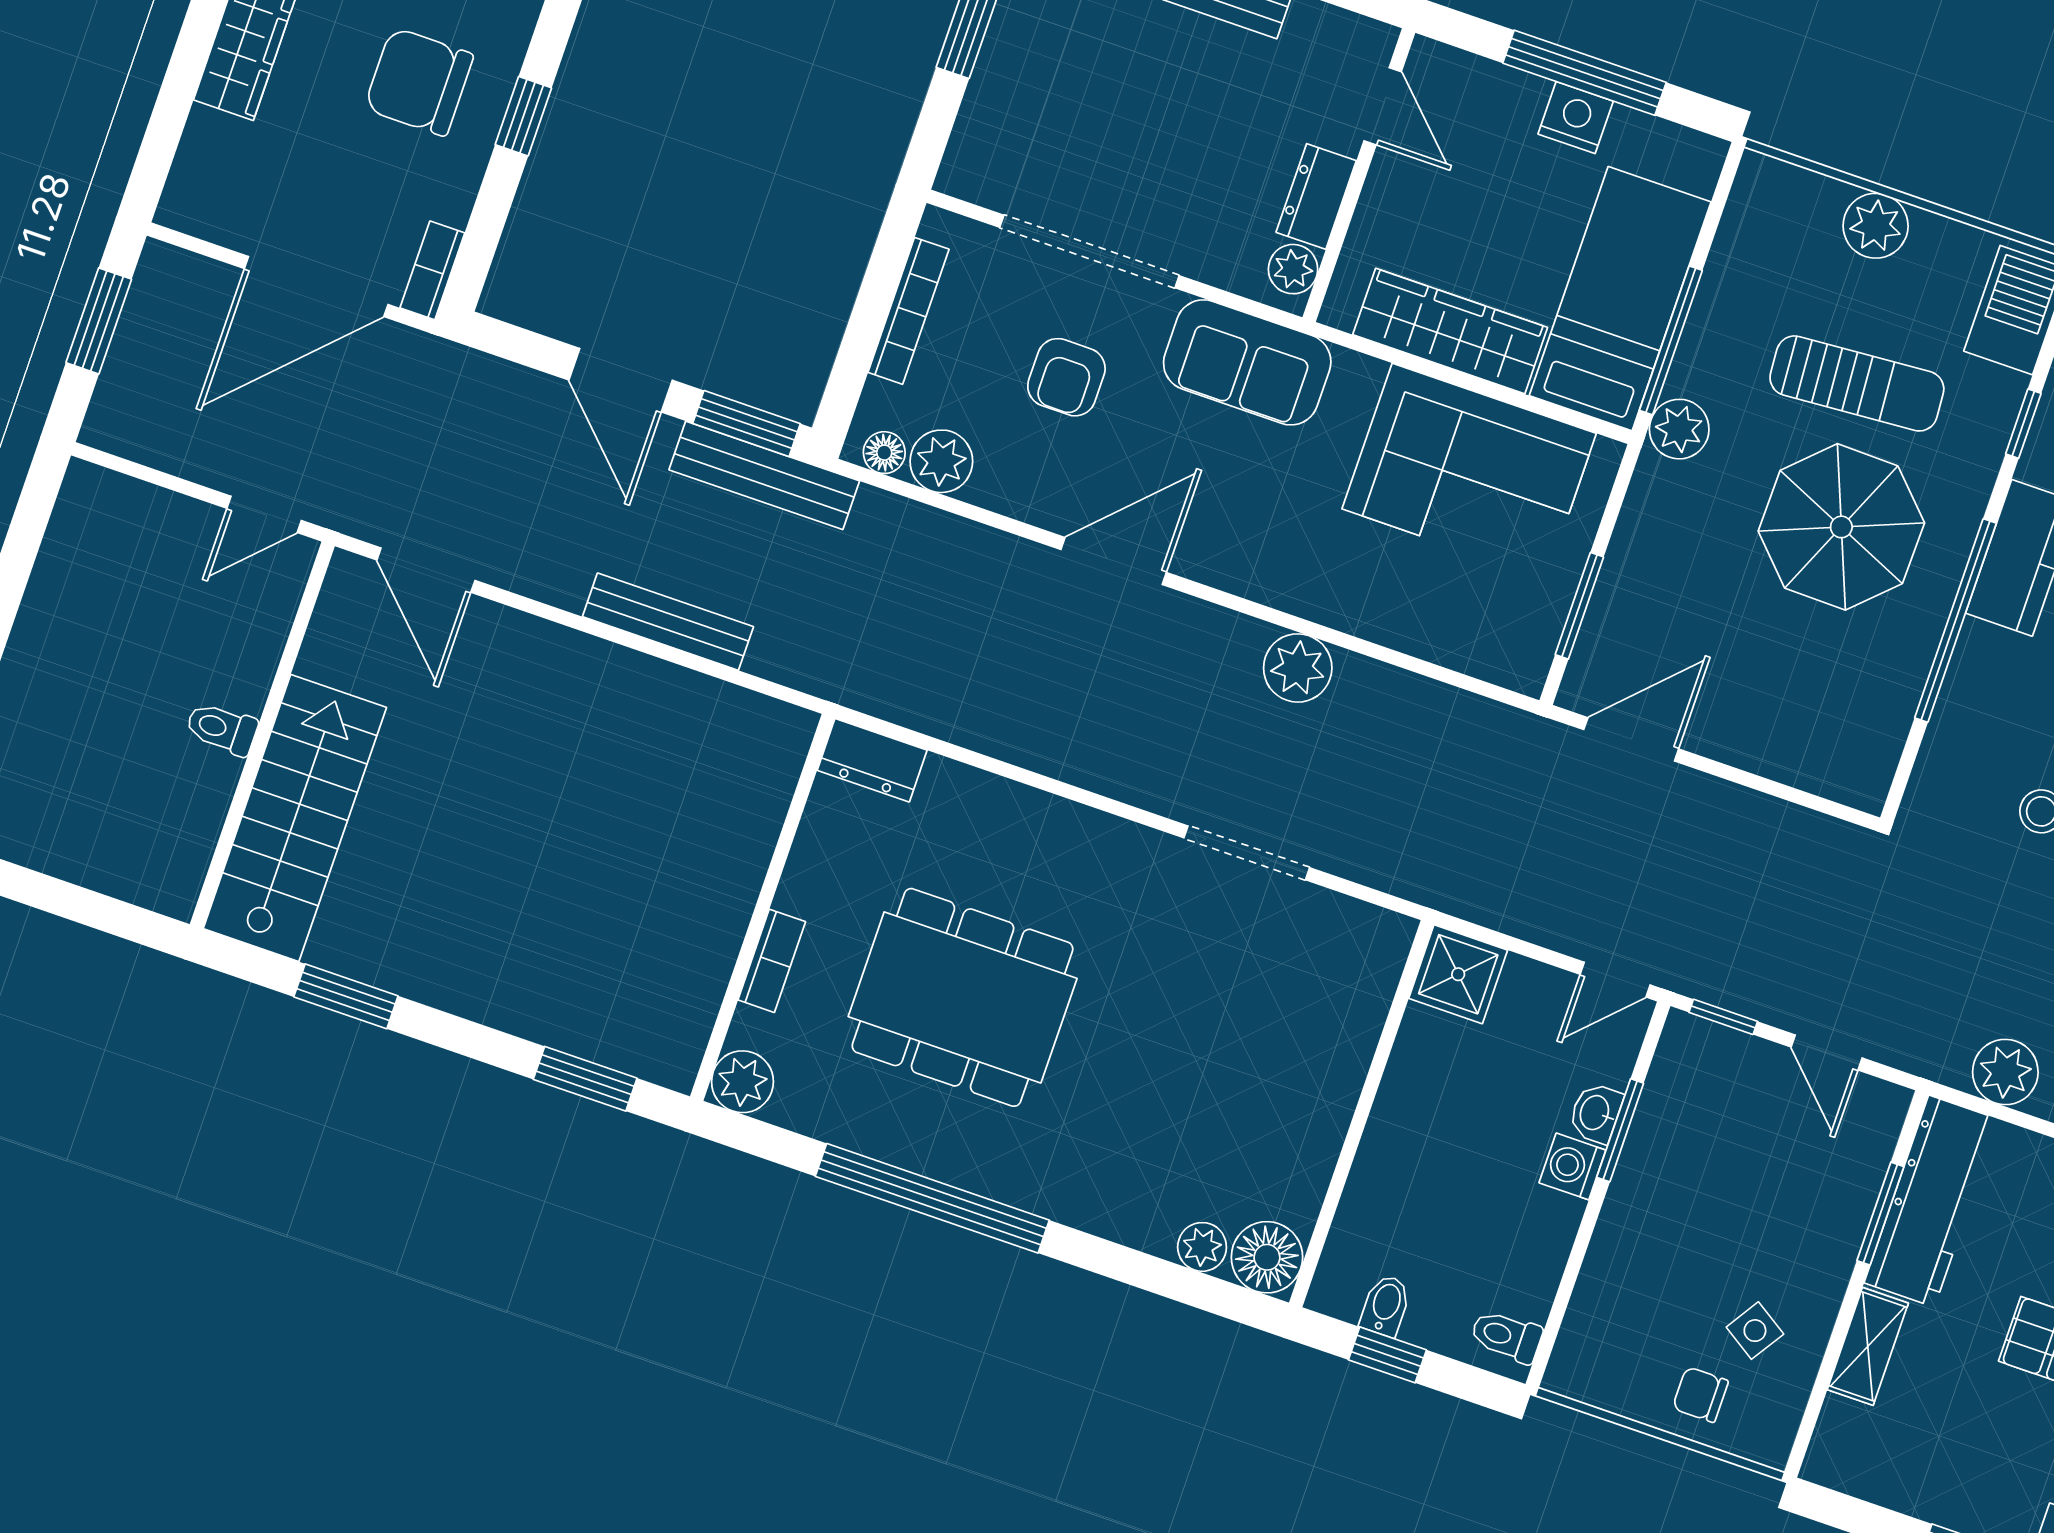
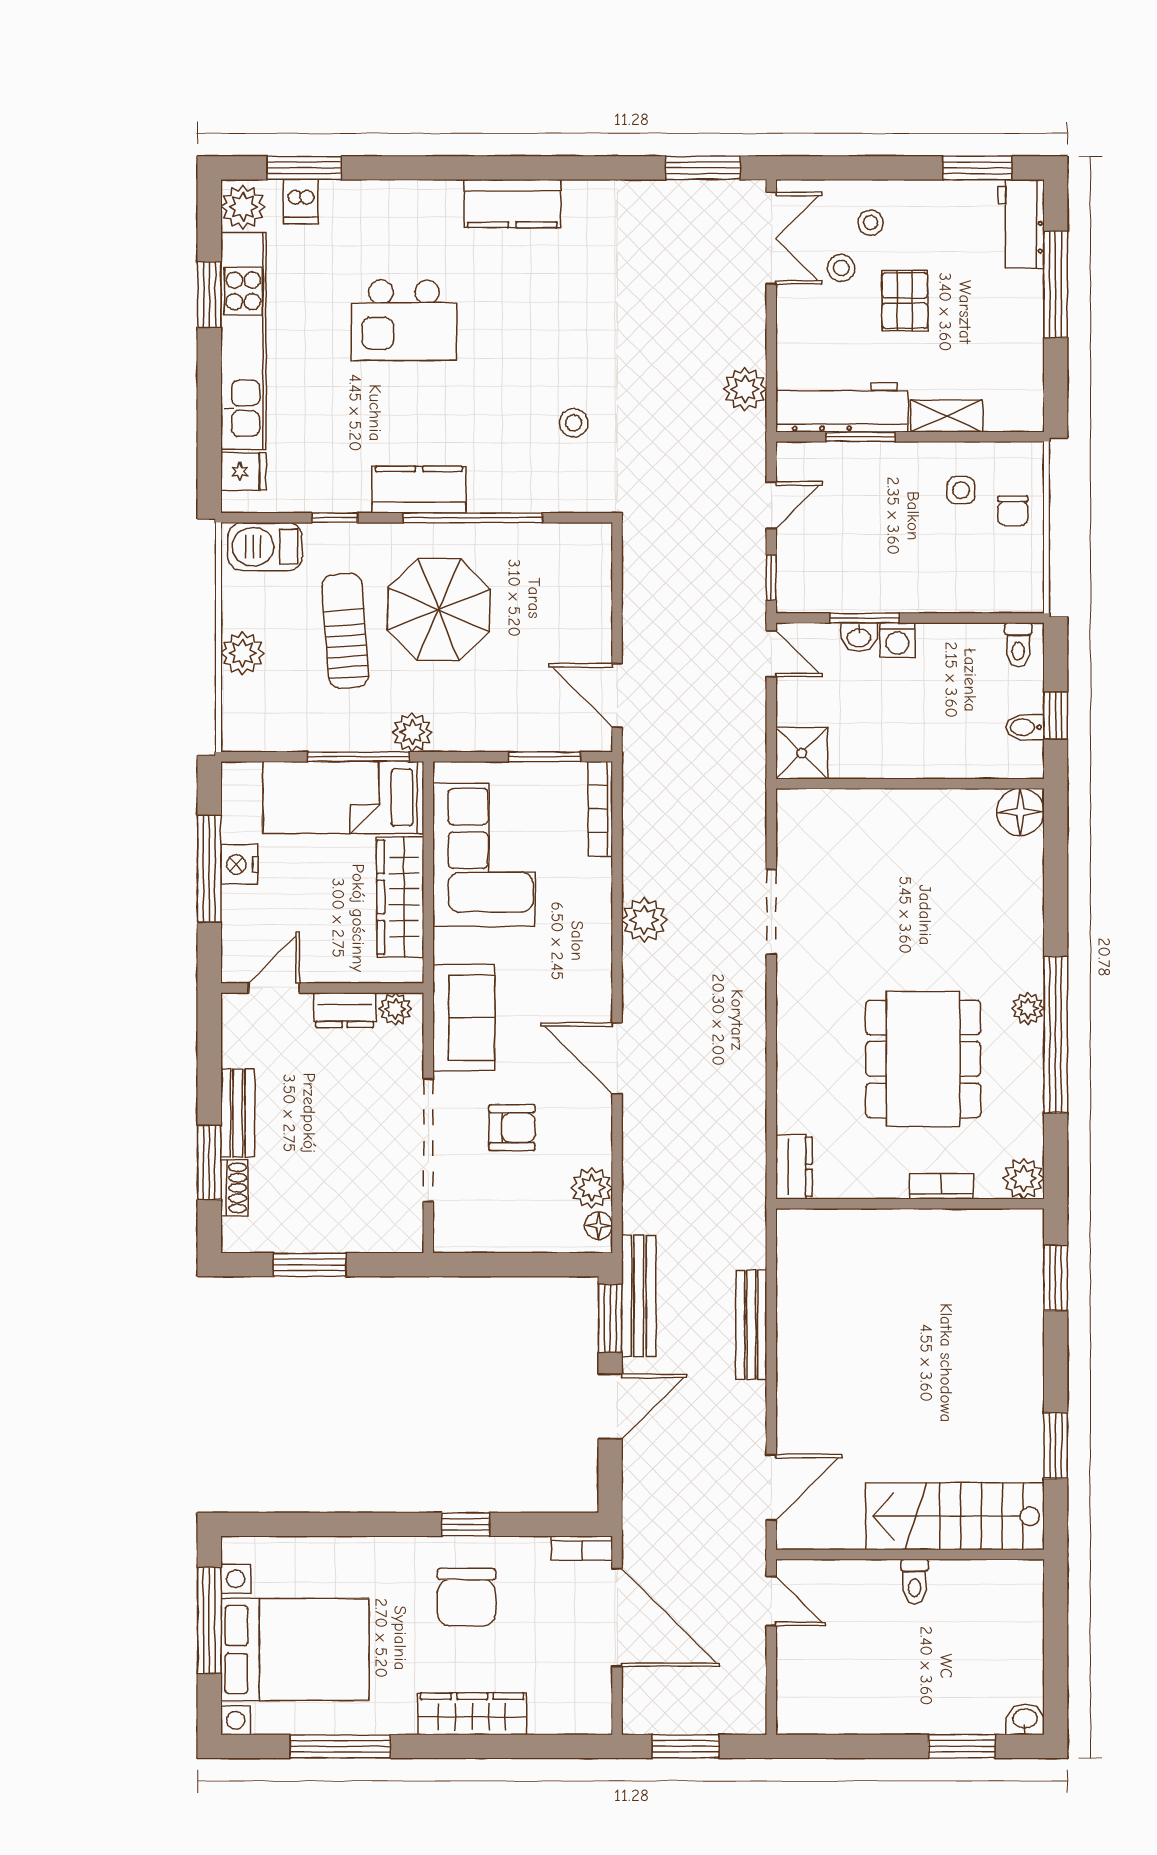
bookcase: (909, 311) -> (600, 809), moved, turned -90
plant: (1202, 1247) -> (1028, 1008), moved
side table: (1755, 1331) -> (961, 490), turned -33

